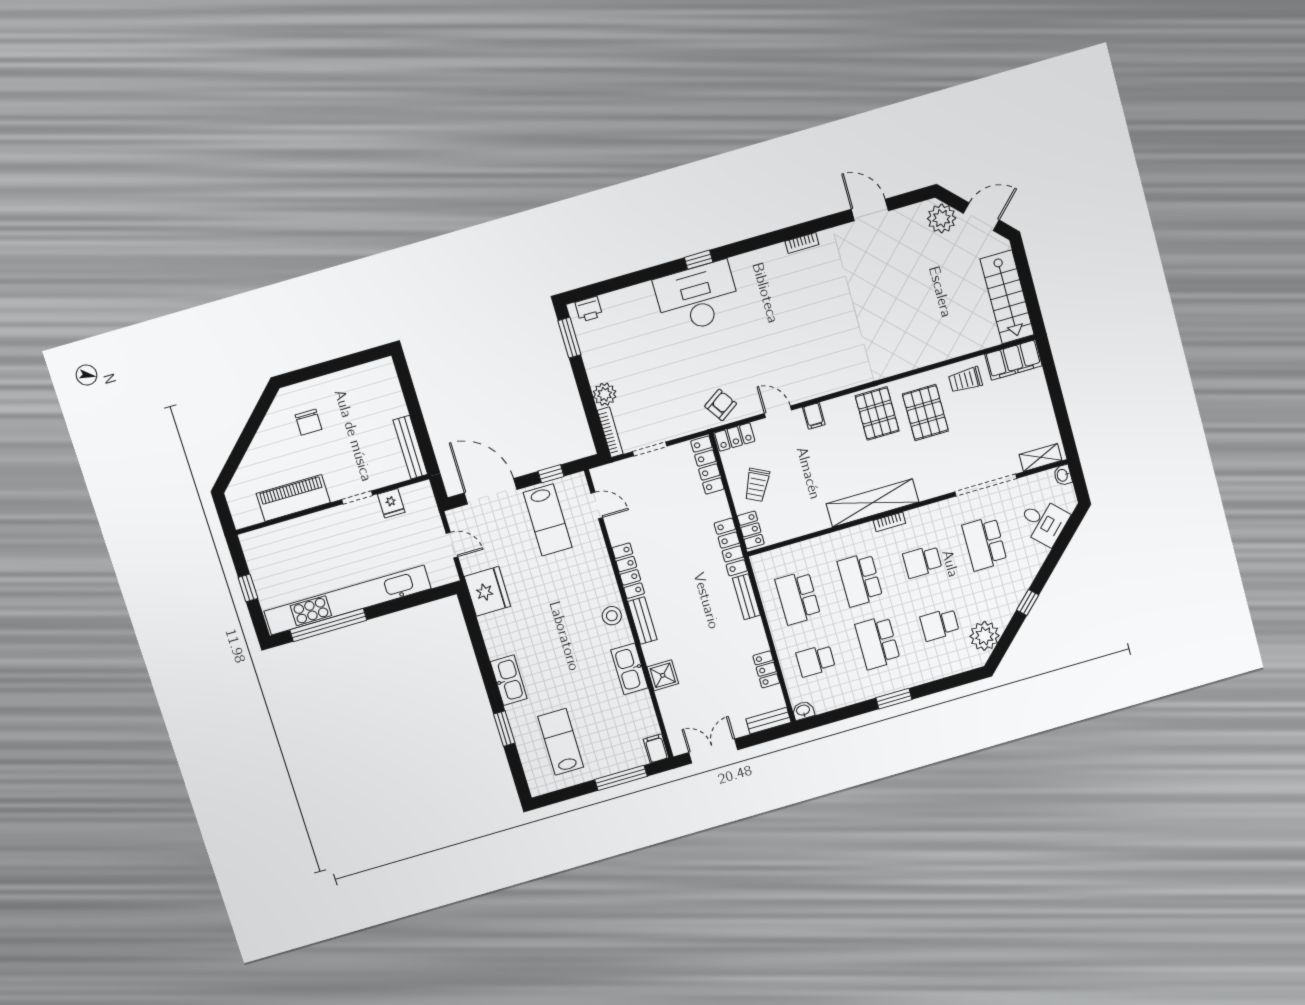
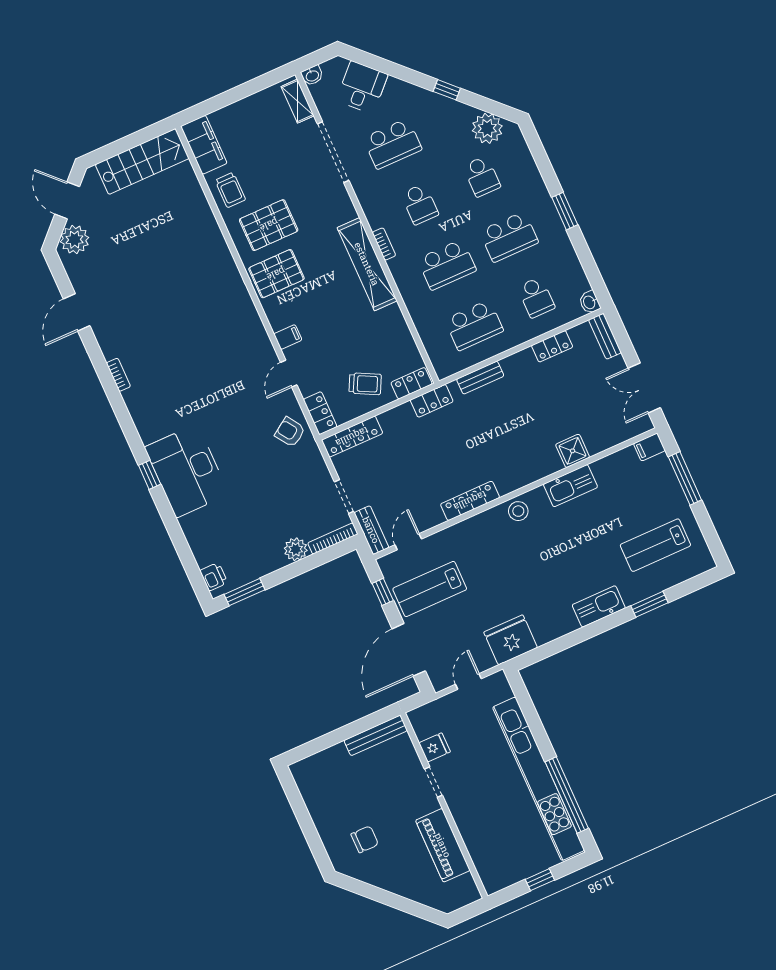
lab bench: (548, 520) -> (430, 589), turned 180
locker: (731, 547) -> (432, 401), width x0.66
bench: (642, 621) -> (371, 530), moved, turned 90

